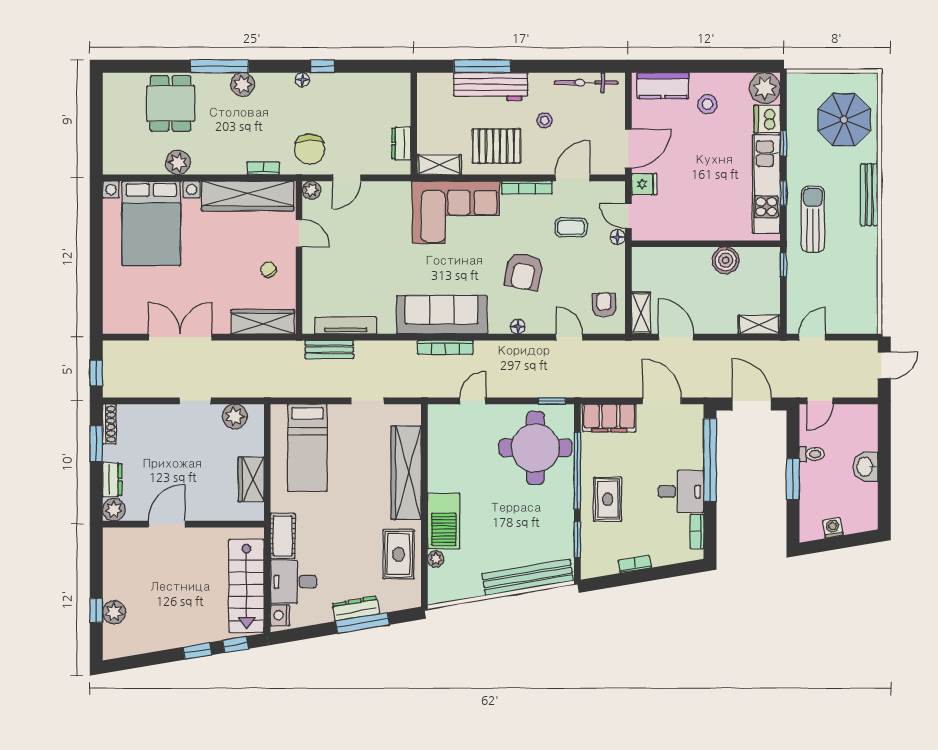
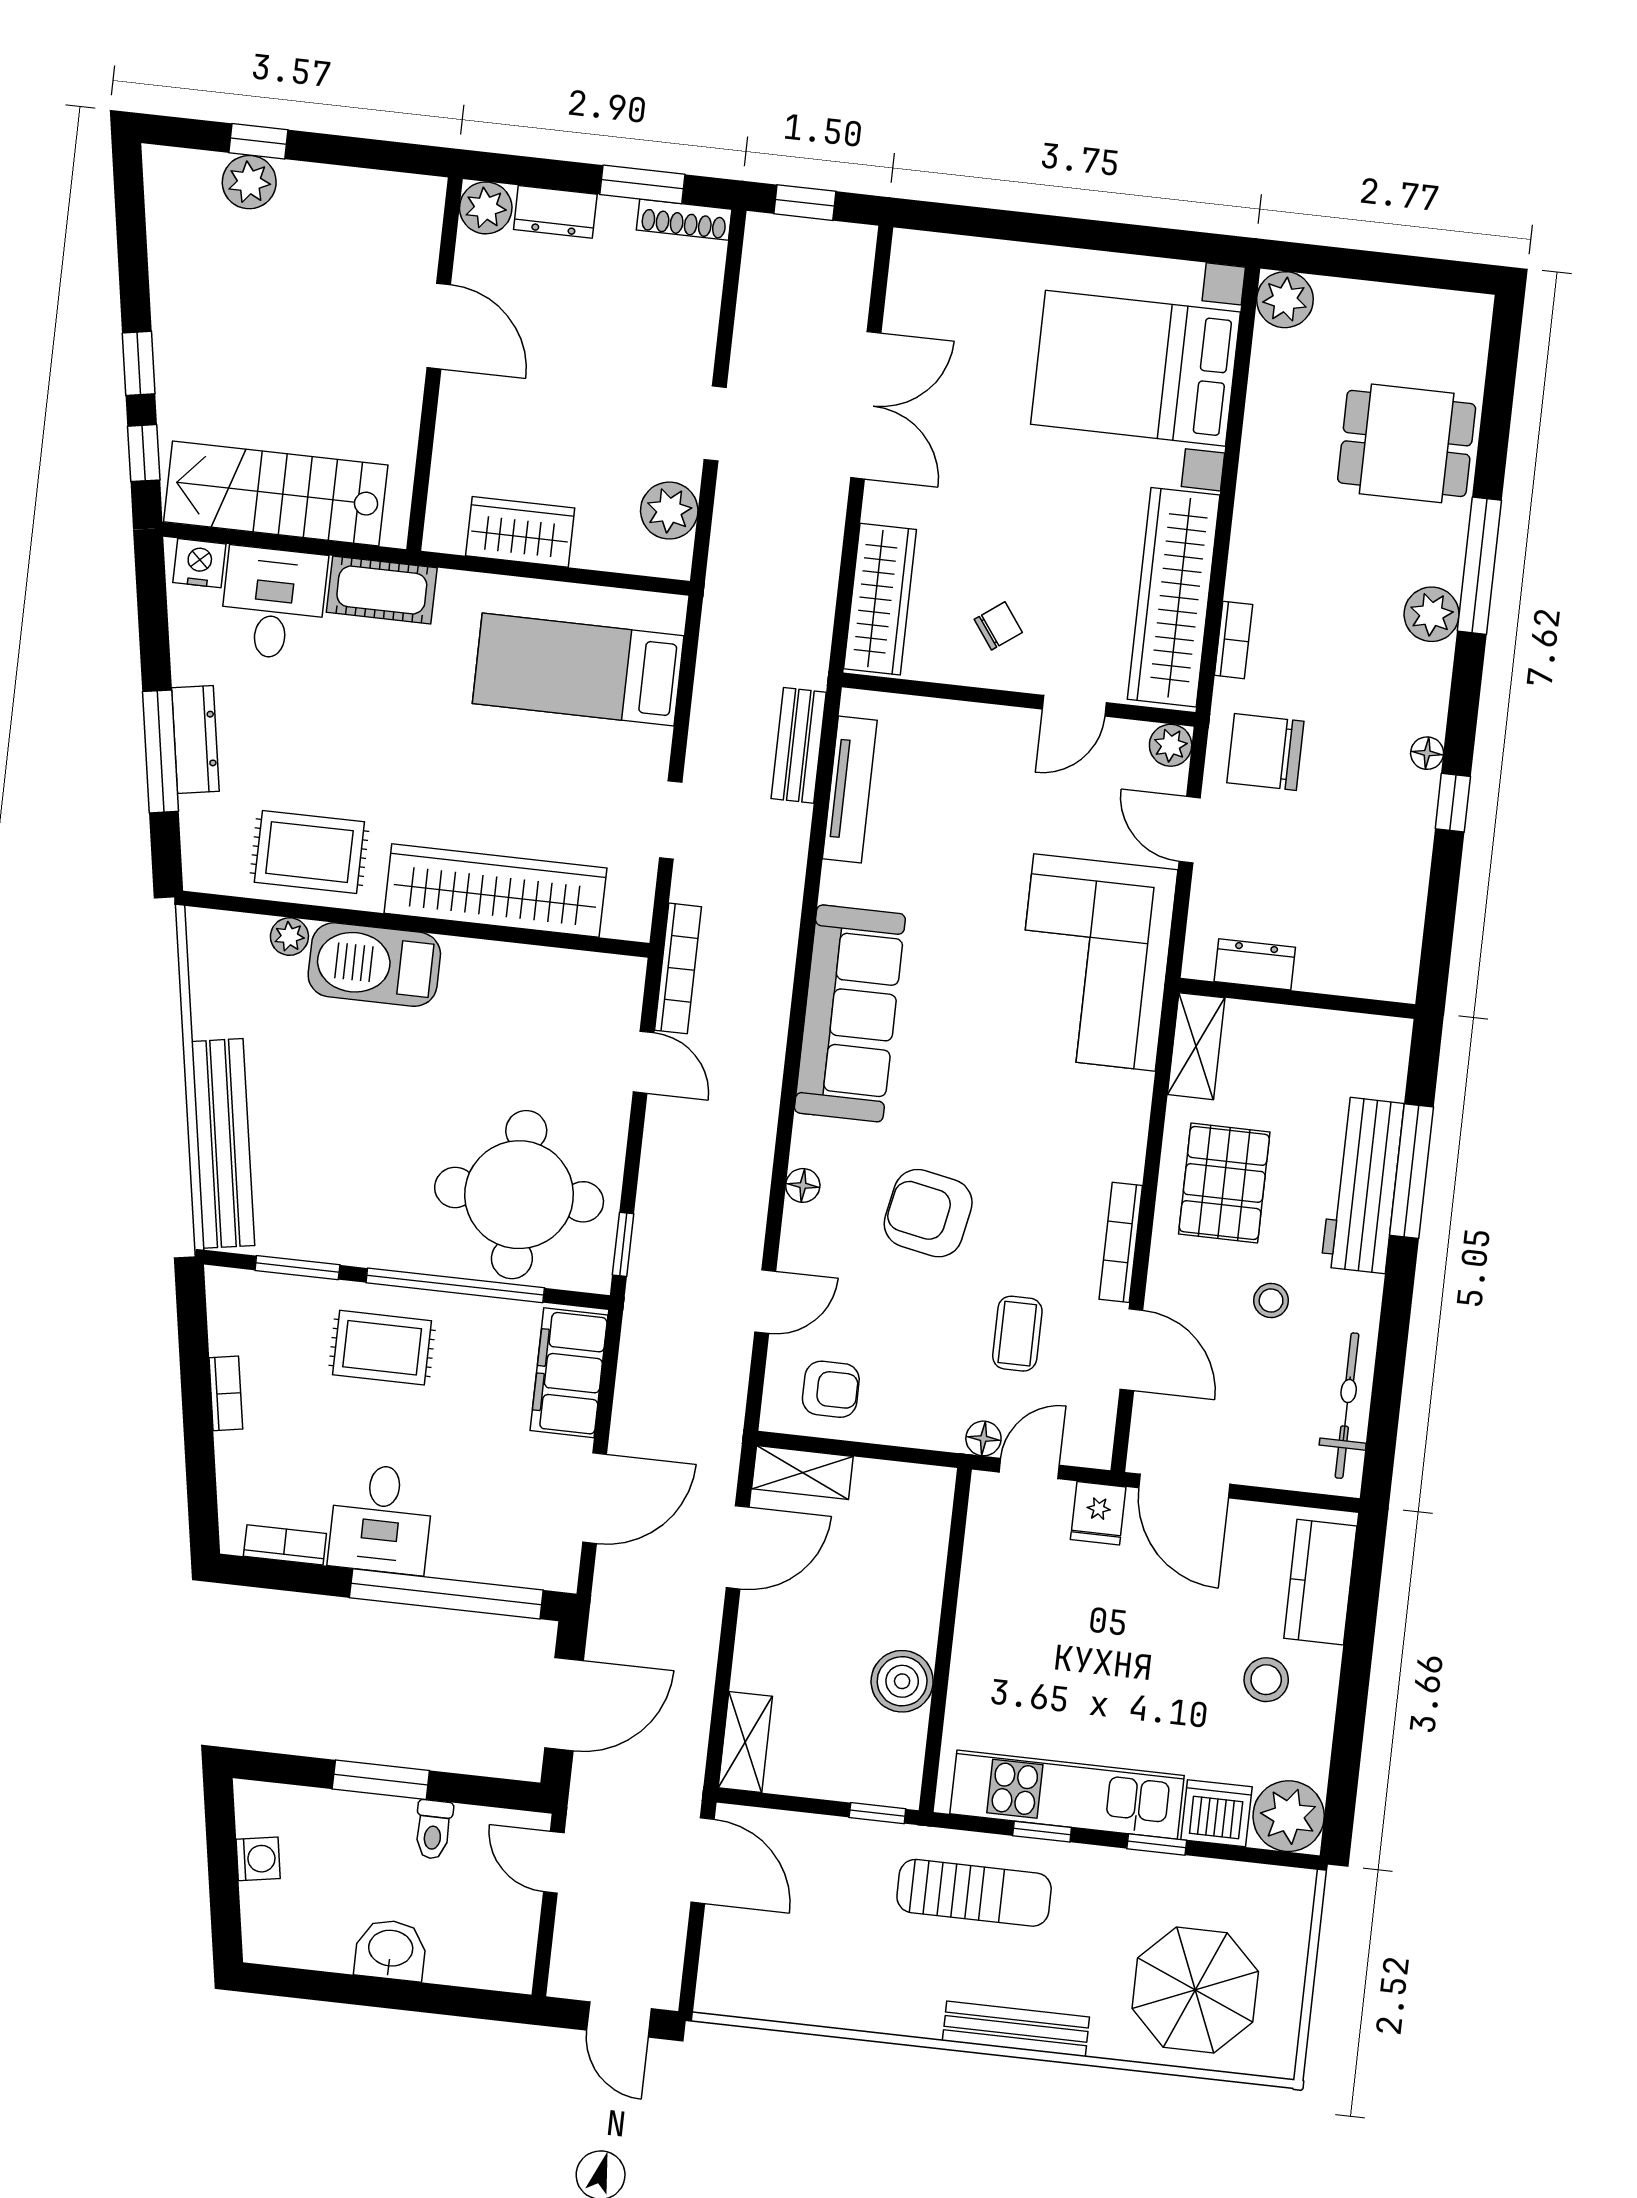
plant: (178, 162) -> (1285, 300), moved
corner sofa: (456, 212) -> (1095, 962), moved
door: (812, 337) -> (703, 1861), width x1.38
bookcase: (445, 347) -> (678, 968), moved, turned 180

